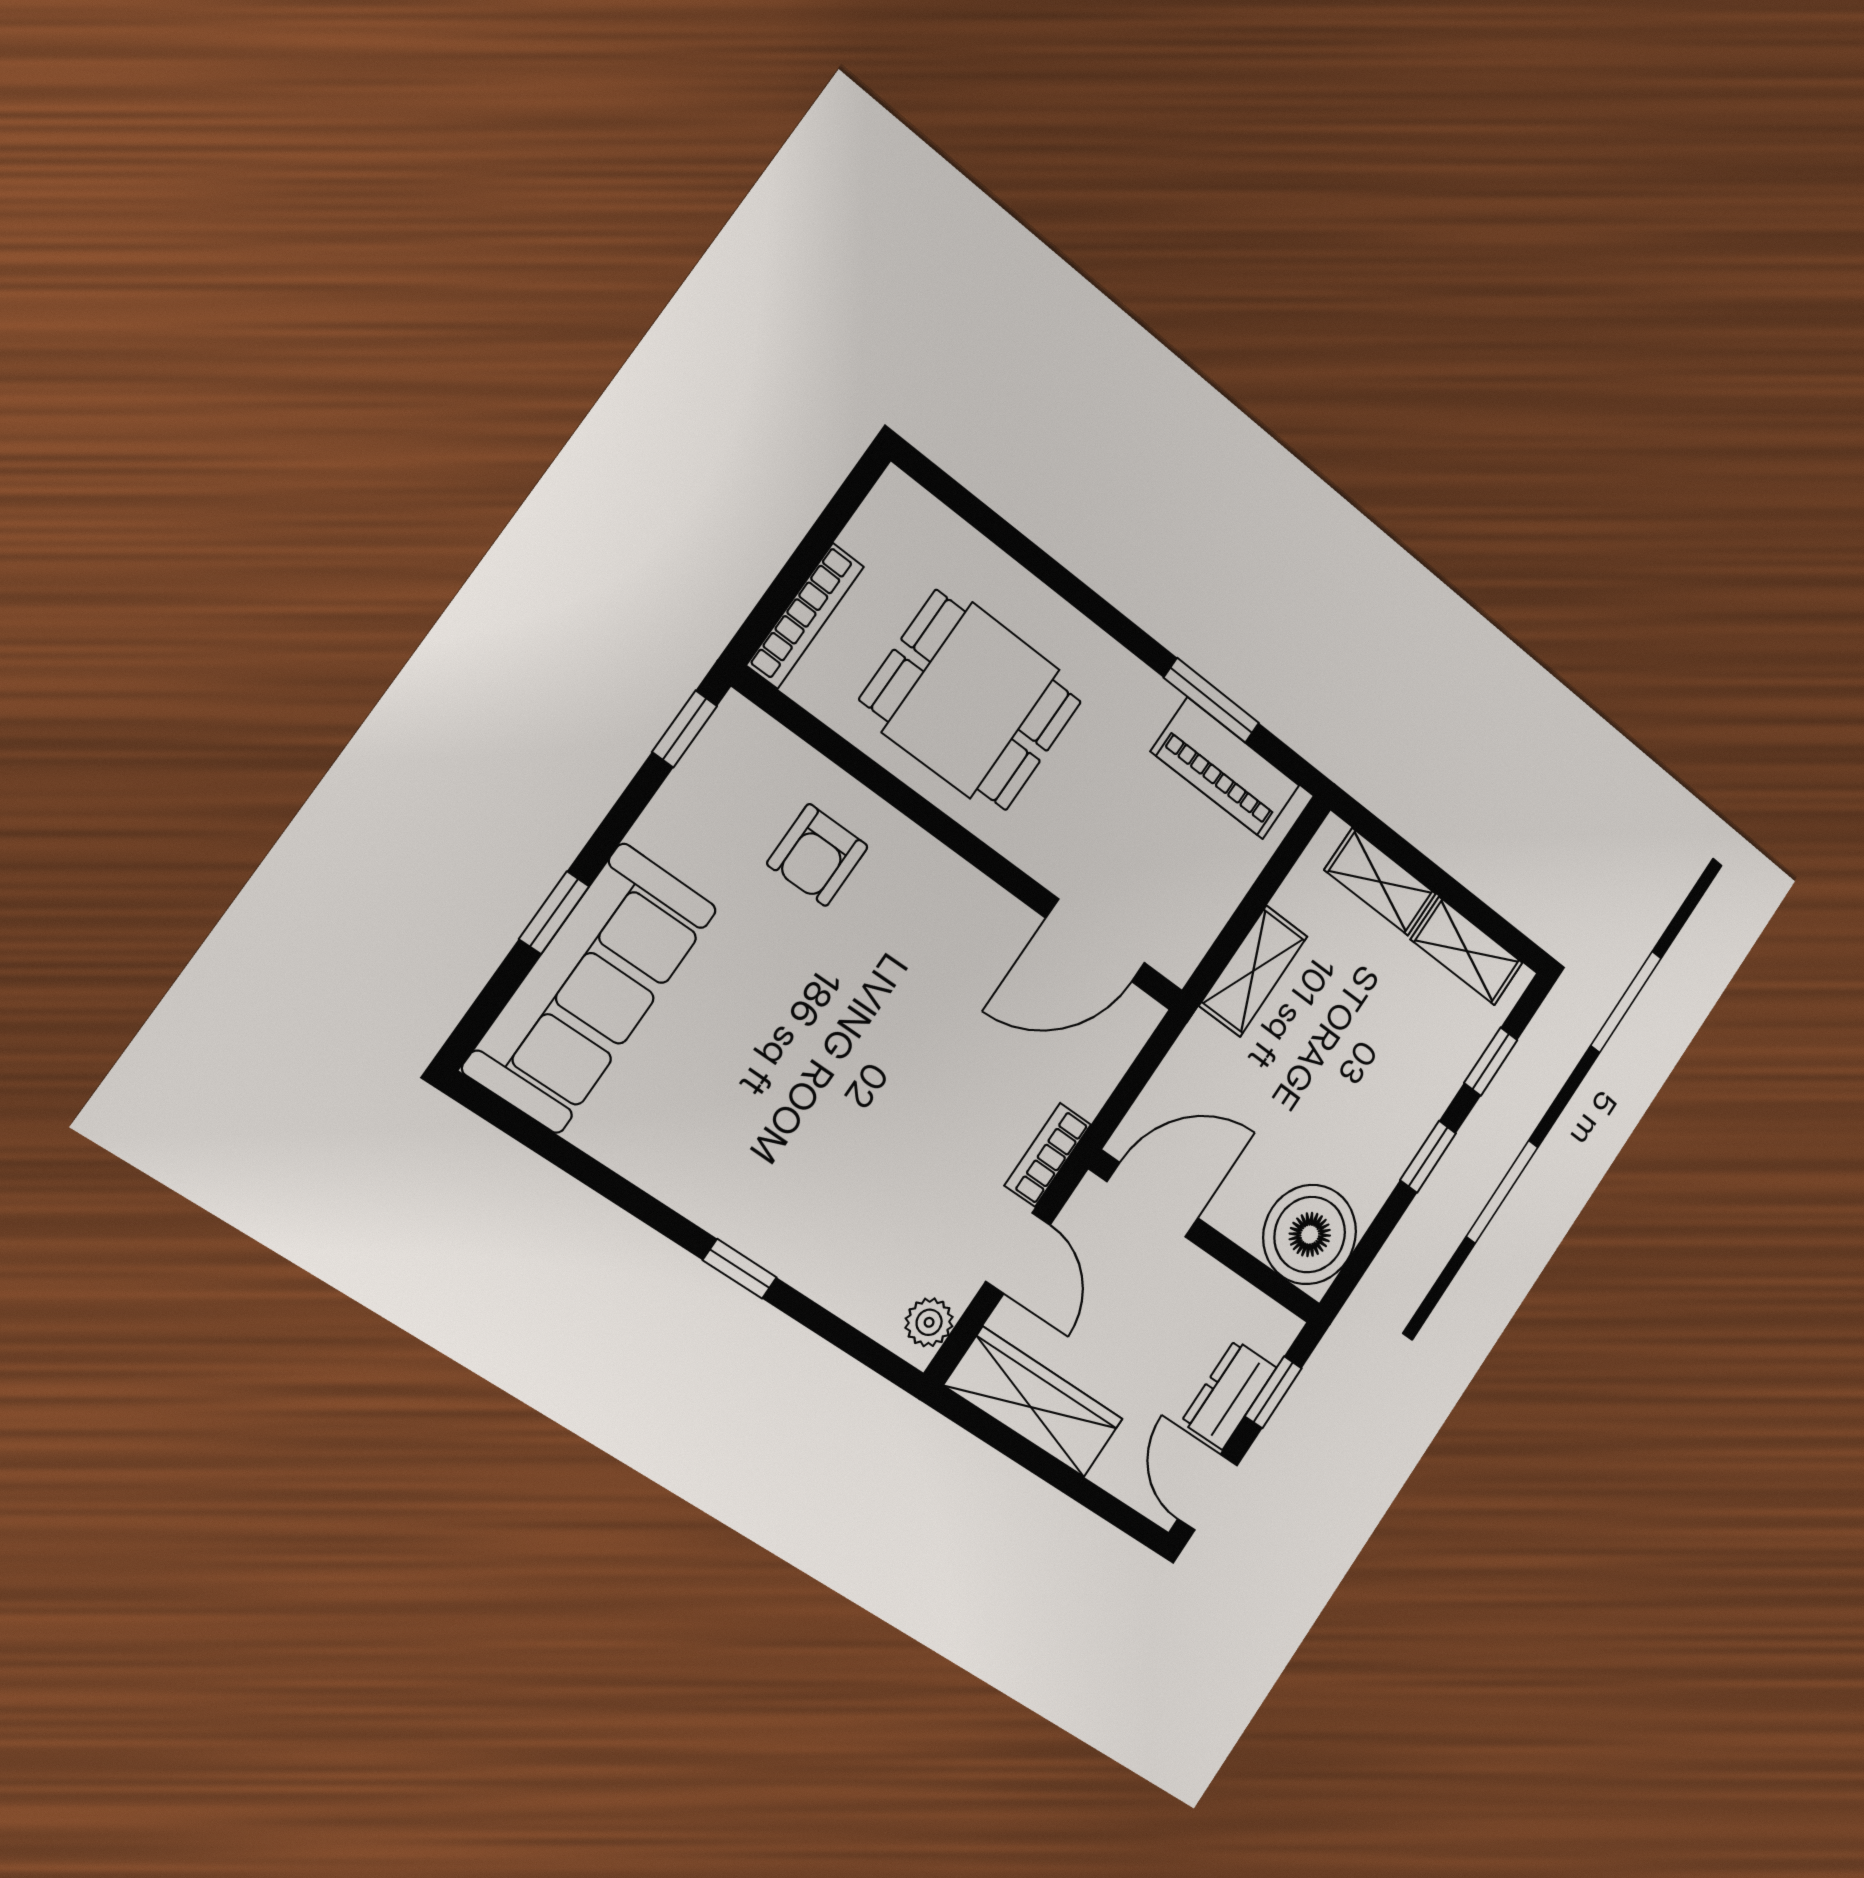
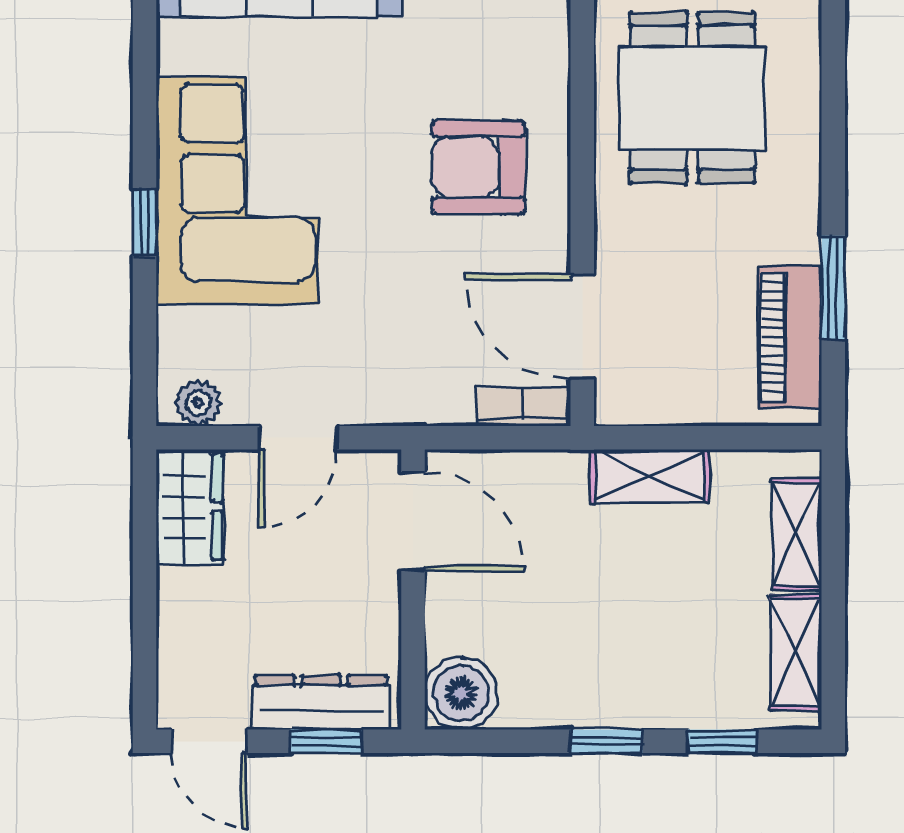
armchair: (817, 855) -> (478, 167), moved, width x1.38, depth x1.38
bookcase: (1048, 1155) -> (523, 407), moved
corner sofa: (769, 1165) -> (237, 190), added
boiler: (1310, 1235) -> (461, 693), width x0.73, depth x0.73
dresser: (1229, 1395) -> (321, 702), width x1.44
wardrobe: (1034, 1402) -> (189, 507), width x0.67
door: (1208, 1492) -> (209, 741), swing flipped

